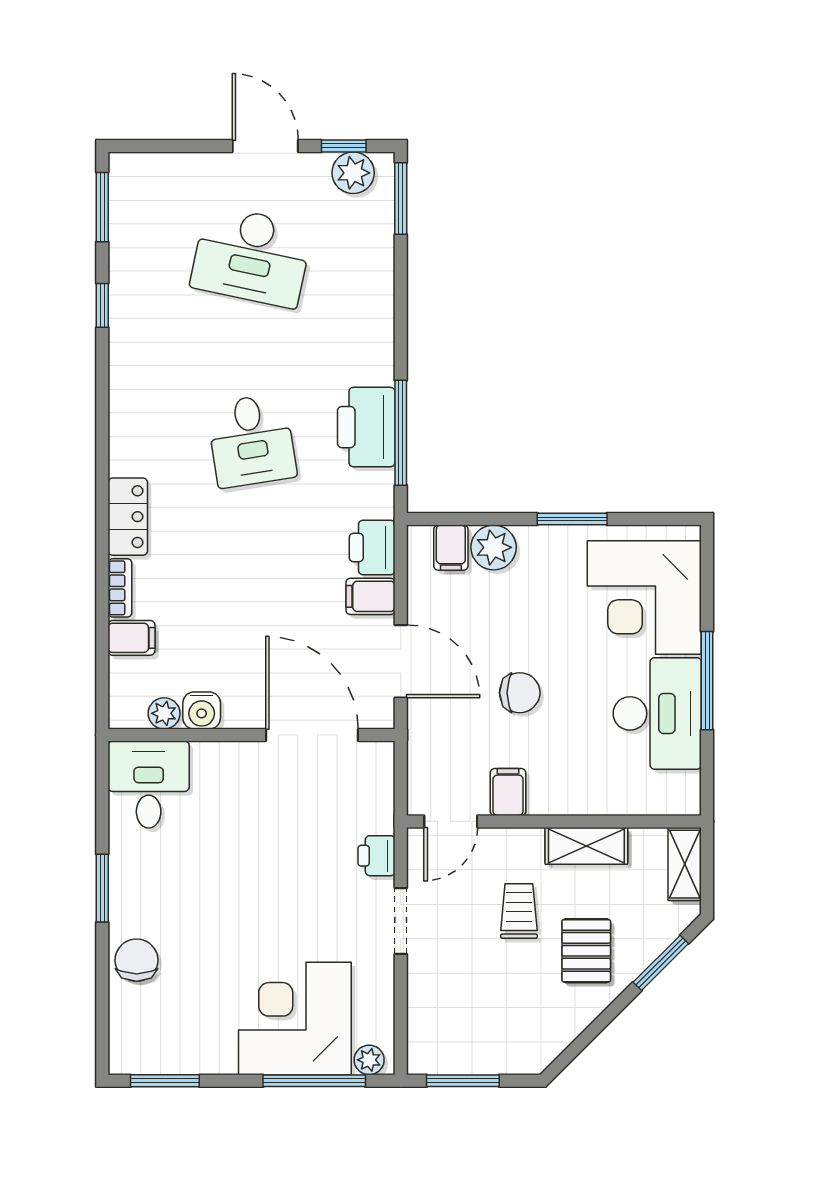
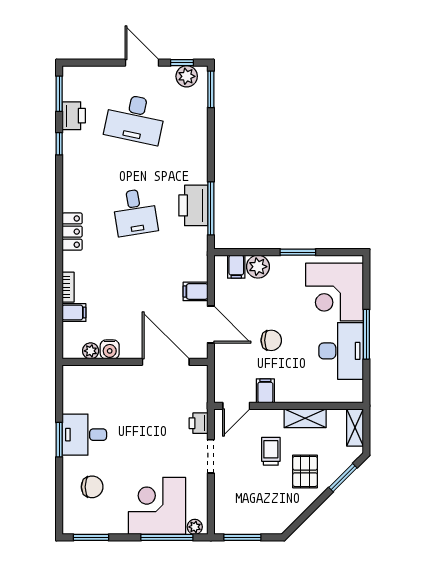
locker: (128, 517) -> (72, 232), moved
printer: (372, 547) -> (74, 116), moved, turned 180
desk: (149, 785) -> (84, 435), moved, turned -90
chair: (137, 960) -> (92, 487), moved, turned 90

